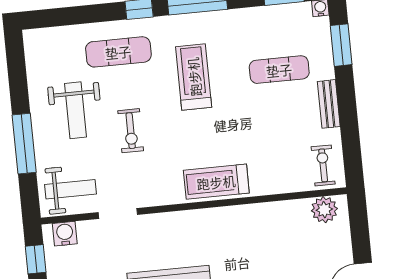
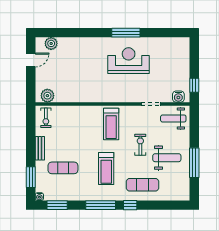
weight bench: (76, 110) -> (167, 158), turned 90
window: (24, 144) -> (194, 163), moved
treadmill: (216, 182) -> (111, 124), moved, turned 90

